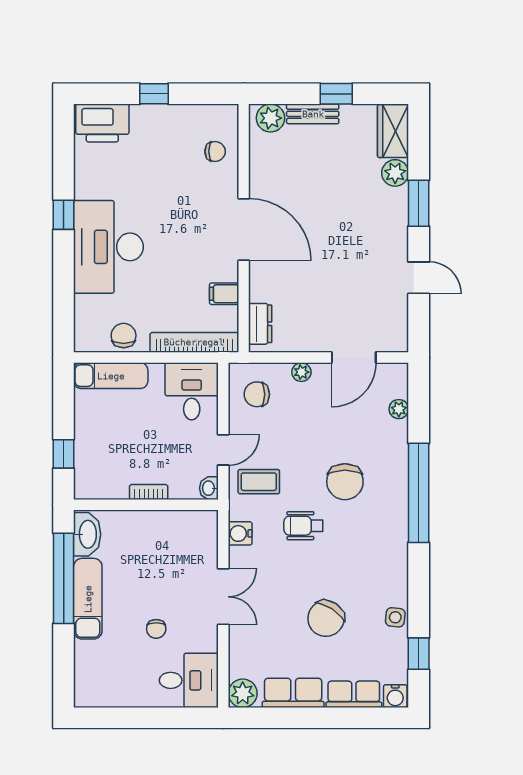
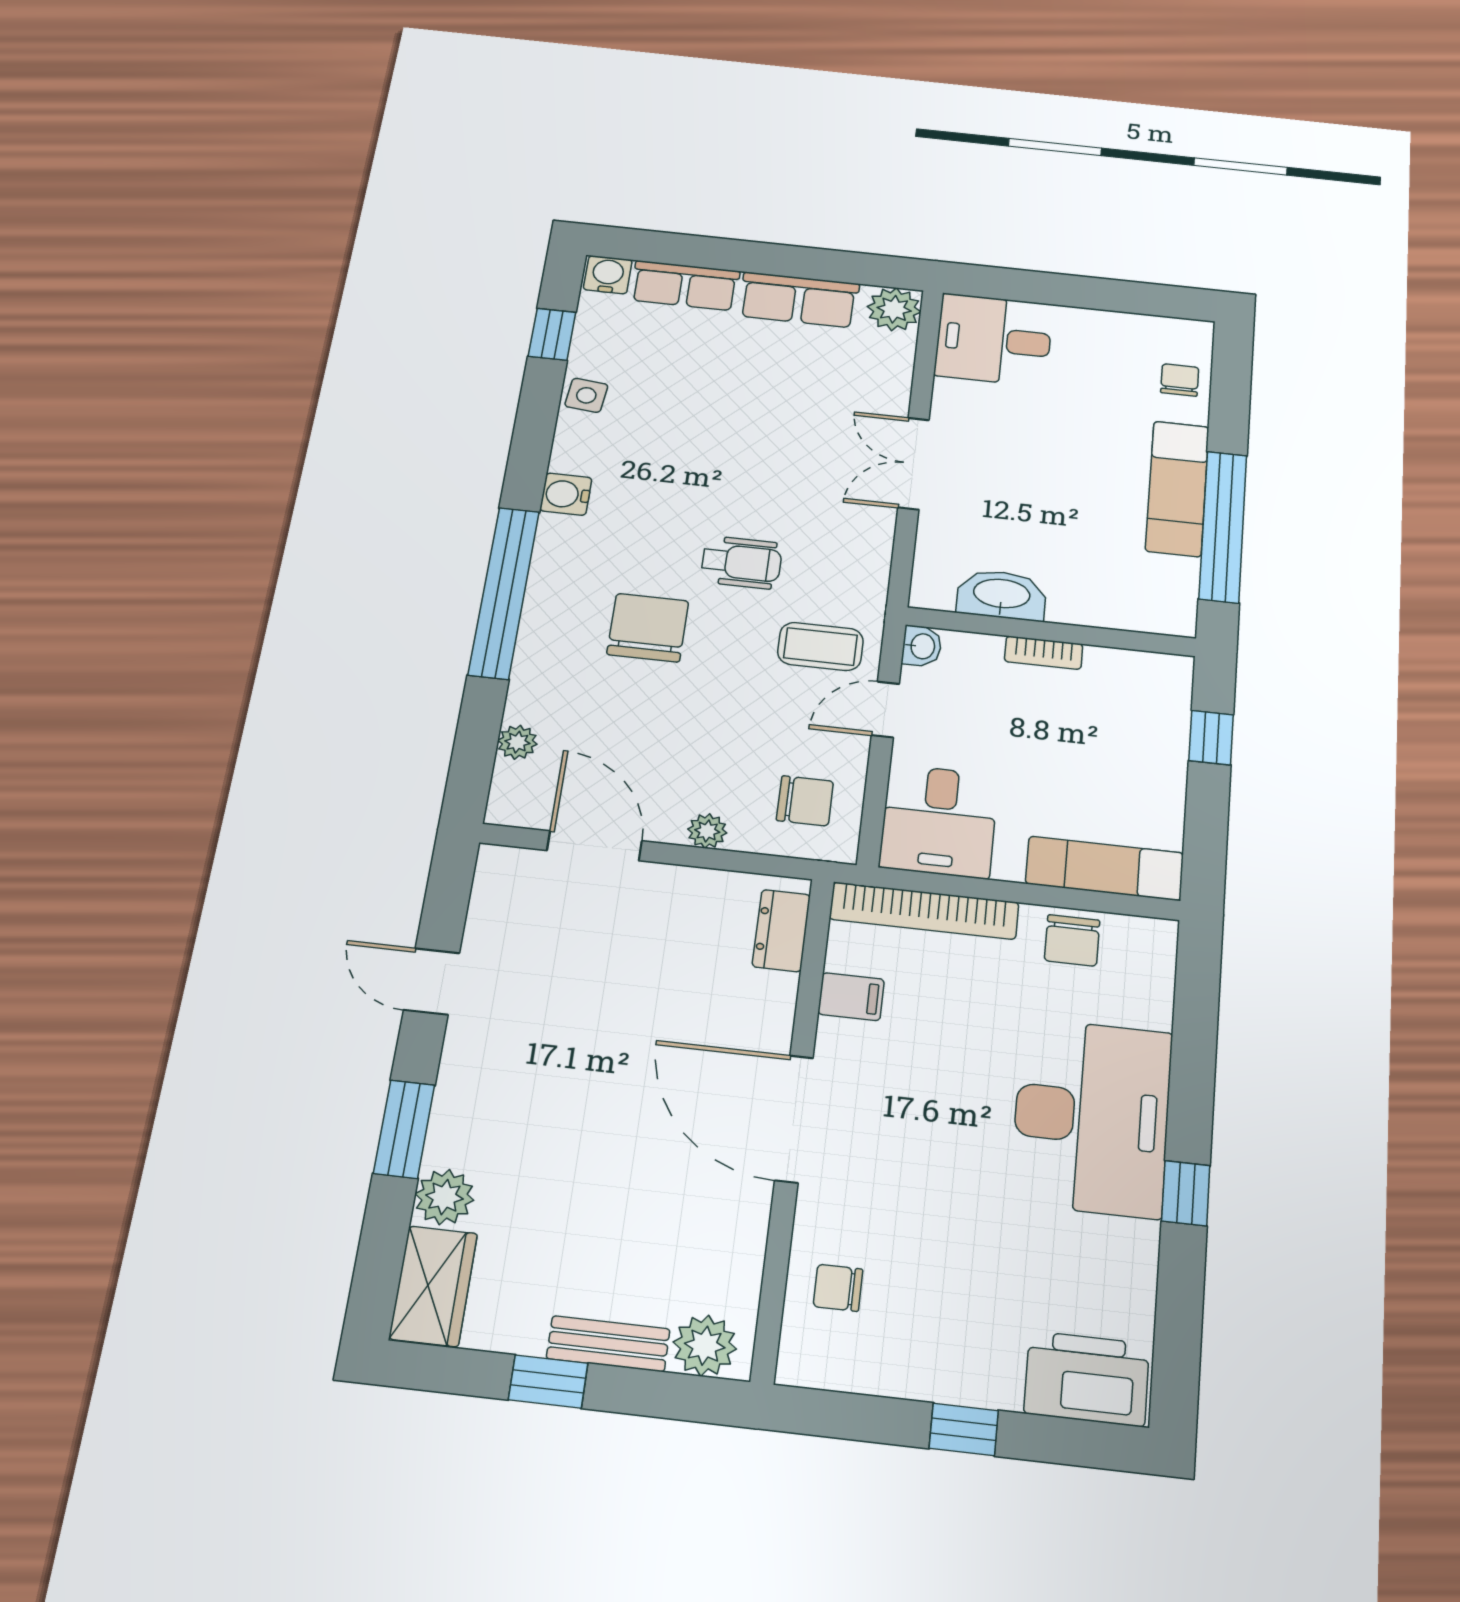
door: (354, 358) -> (594, 846), hinge flipped
water cooler: (240, 533) -> (566, 494), moved, turned 180
washbasin: (87, 534) -> (1002, 595), moved, turned 90
chair: (326, 618) -> (720, 408), removed
chair: (156, 629) -> (1180, 380), moved

